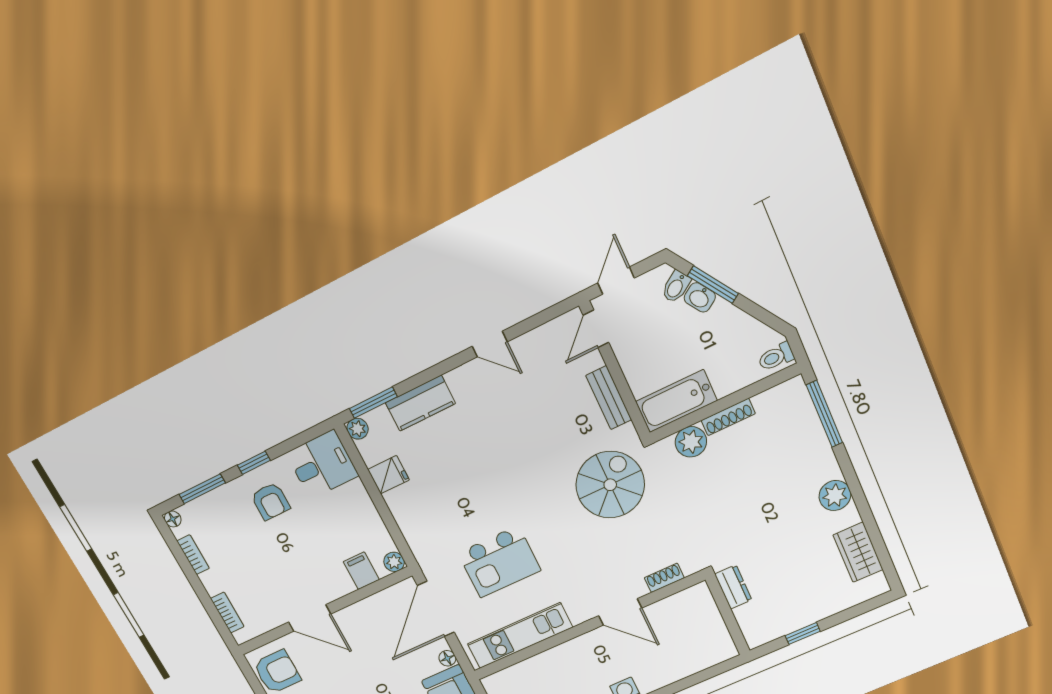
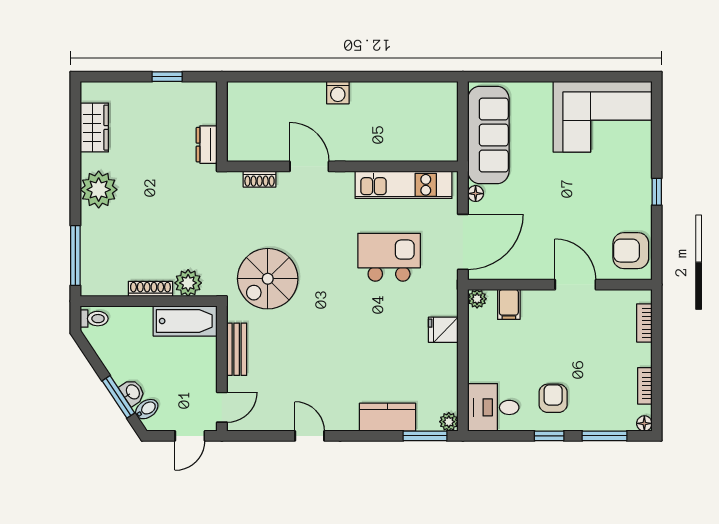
fridge: (389, 475) -> (443, 330), moved
plant: (835, 496) -> (99, 190), width x1.36, depth x1.36

